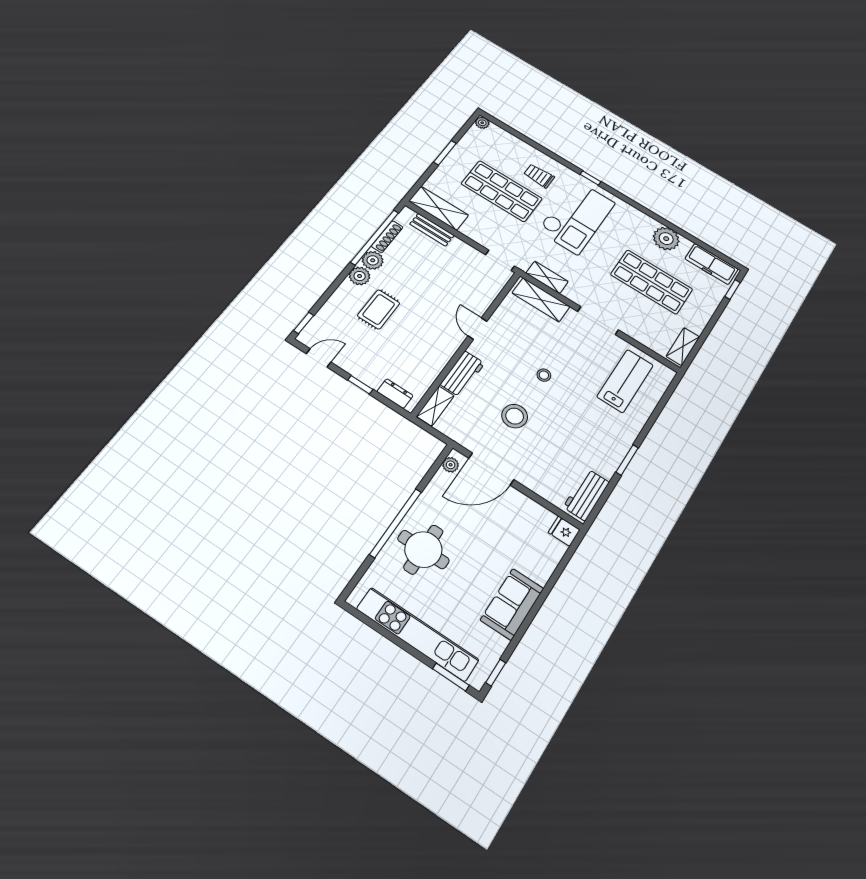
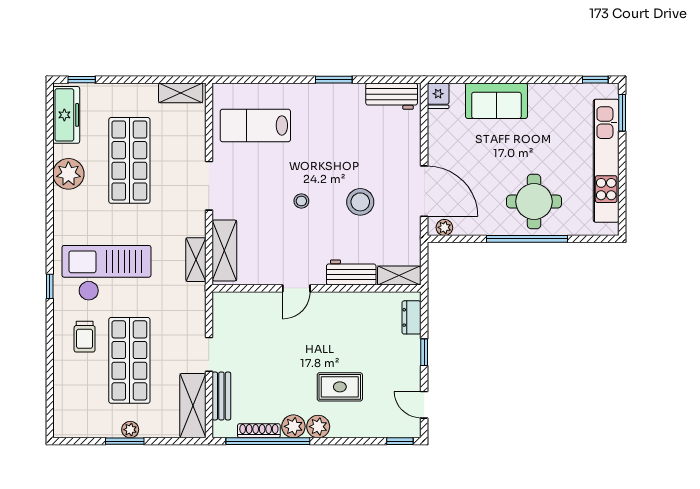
plant: (482, 123) -> (130, 430), moved
doorway: (500, 260) -> (209, 354), moved
sofa: (512, 604) -> (496, 101), moved

